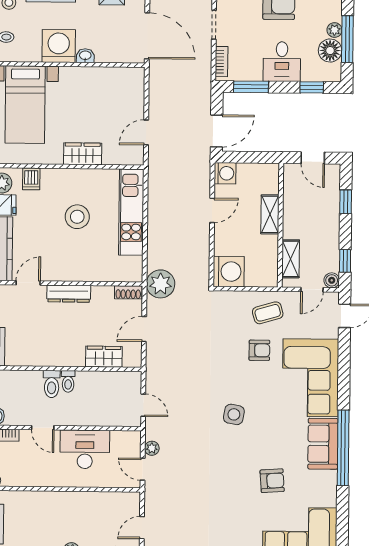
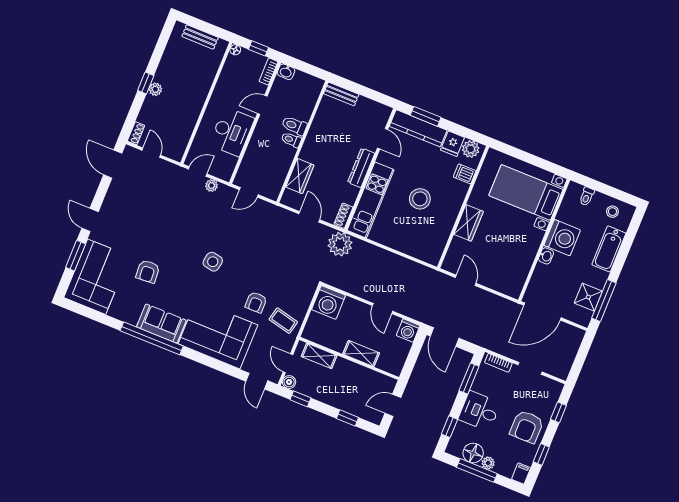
kitchen unit: (131, 212) -> (371, 200), moved, turned 90
coffee table: (268, 313) -> (283, 321), turned -61

